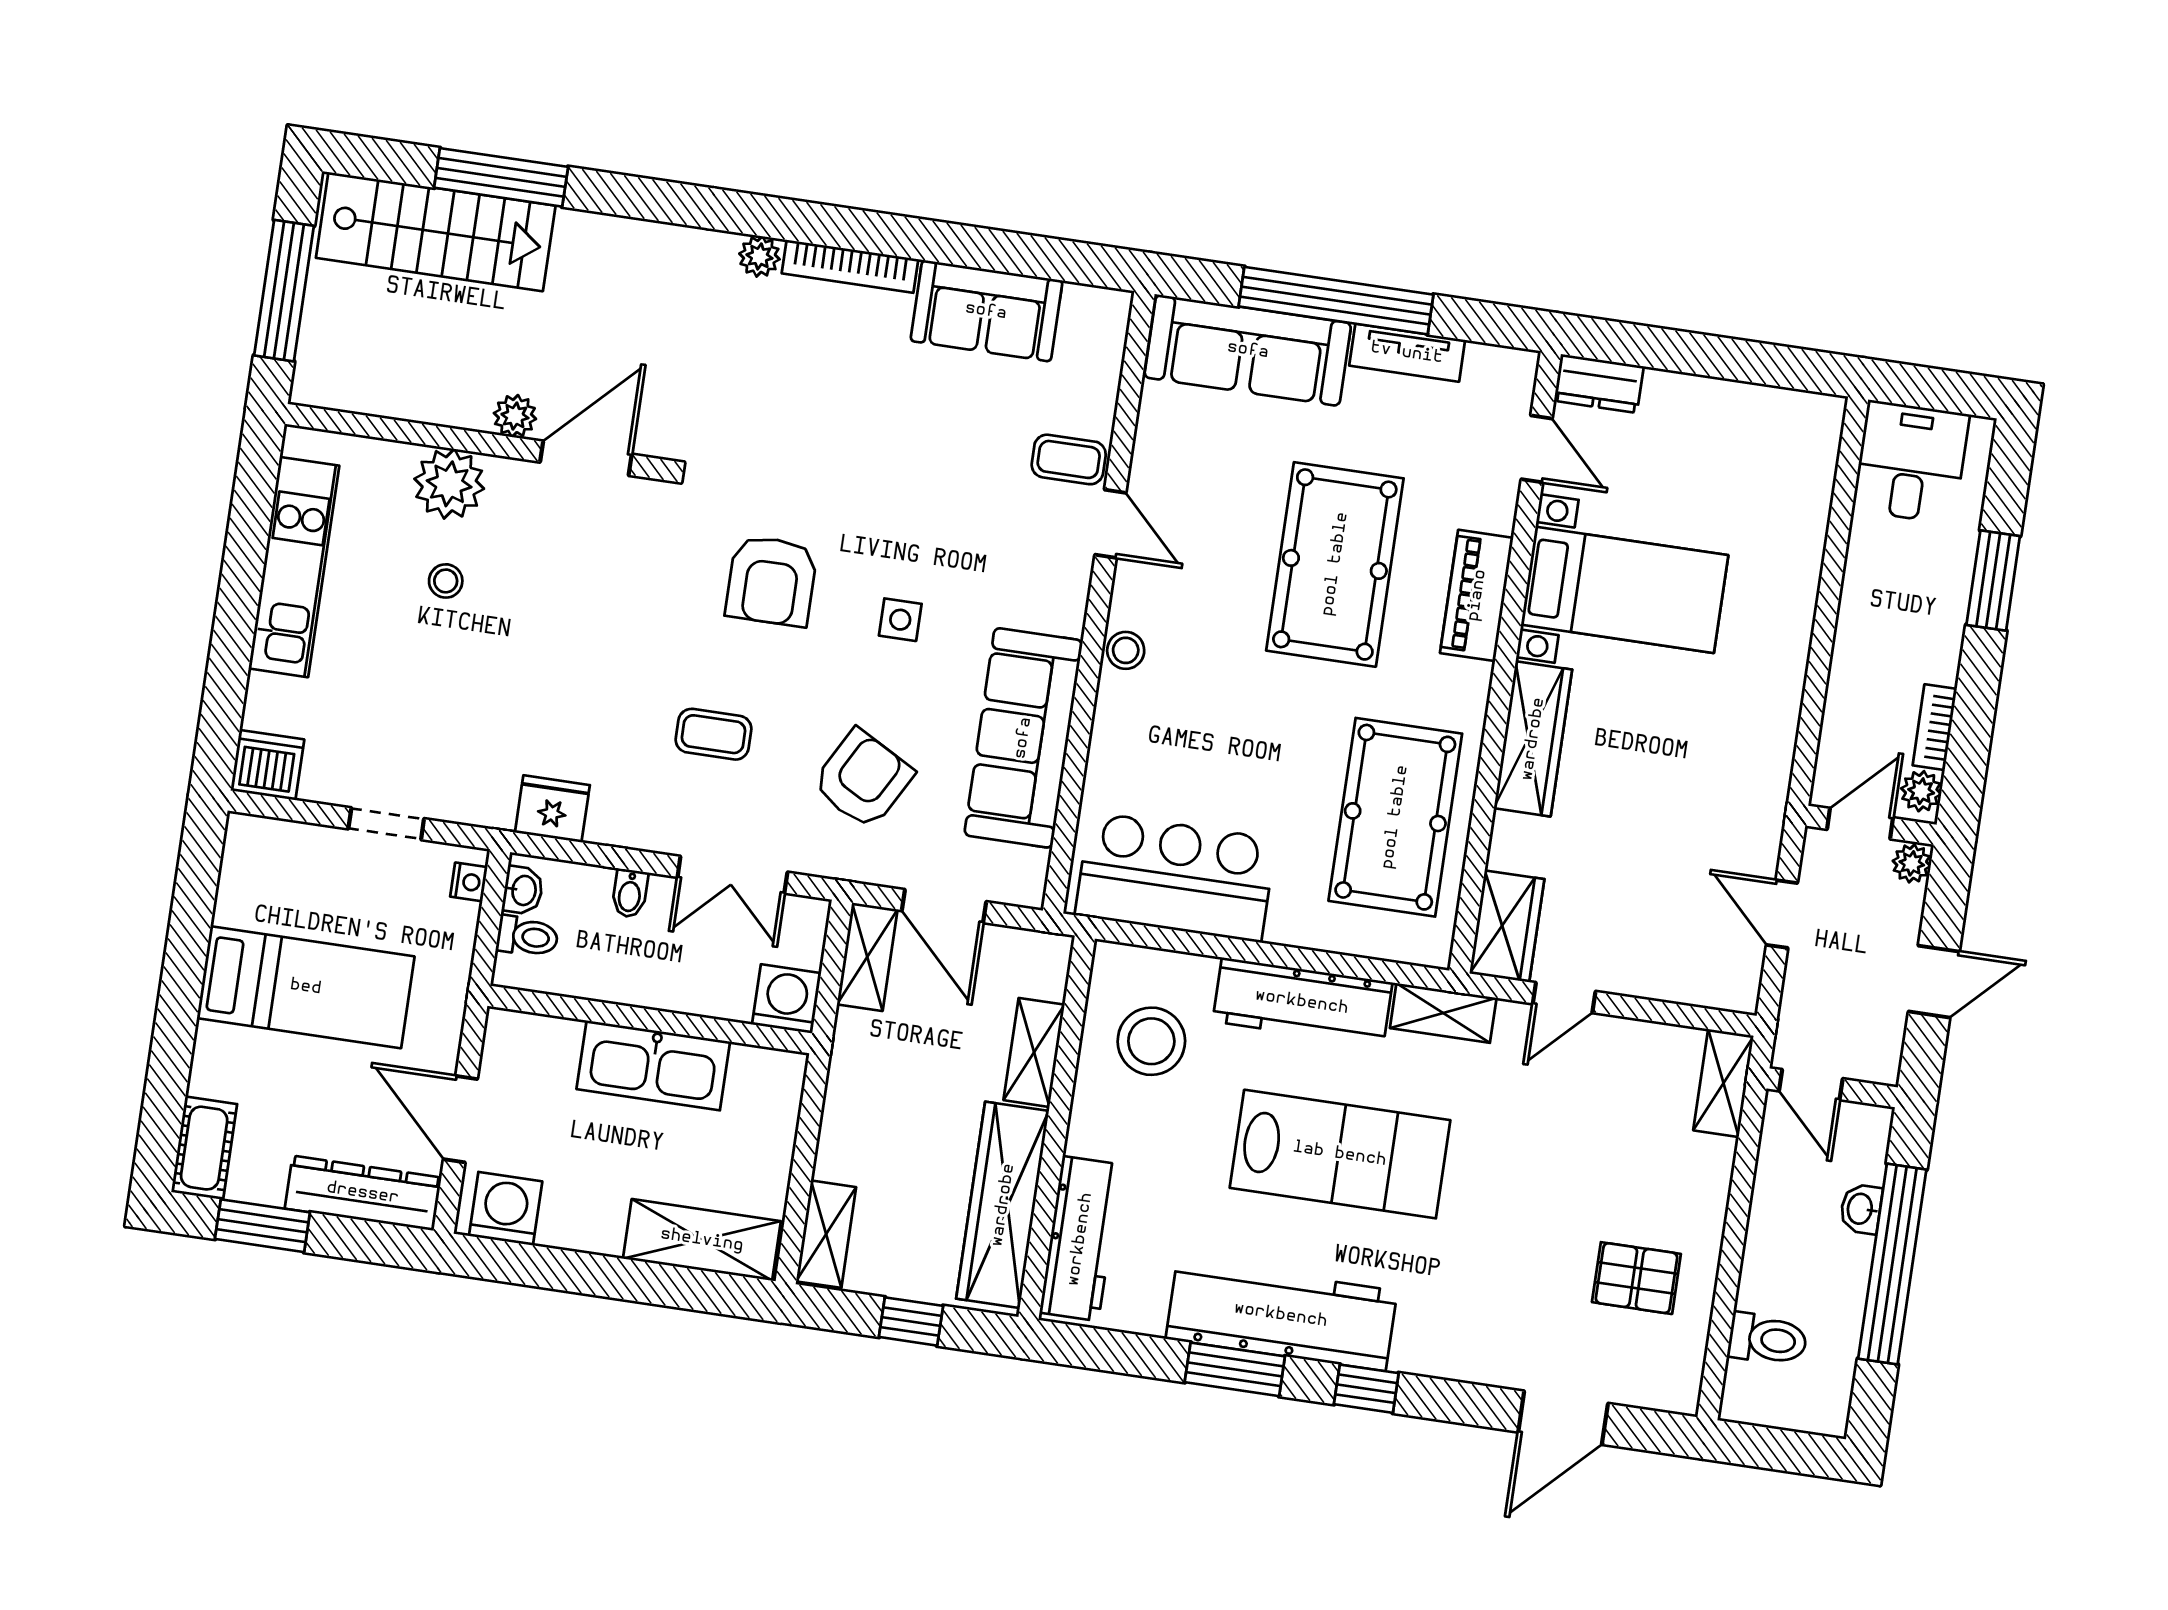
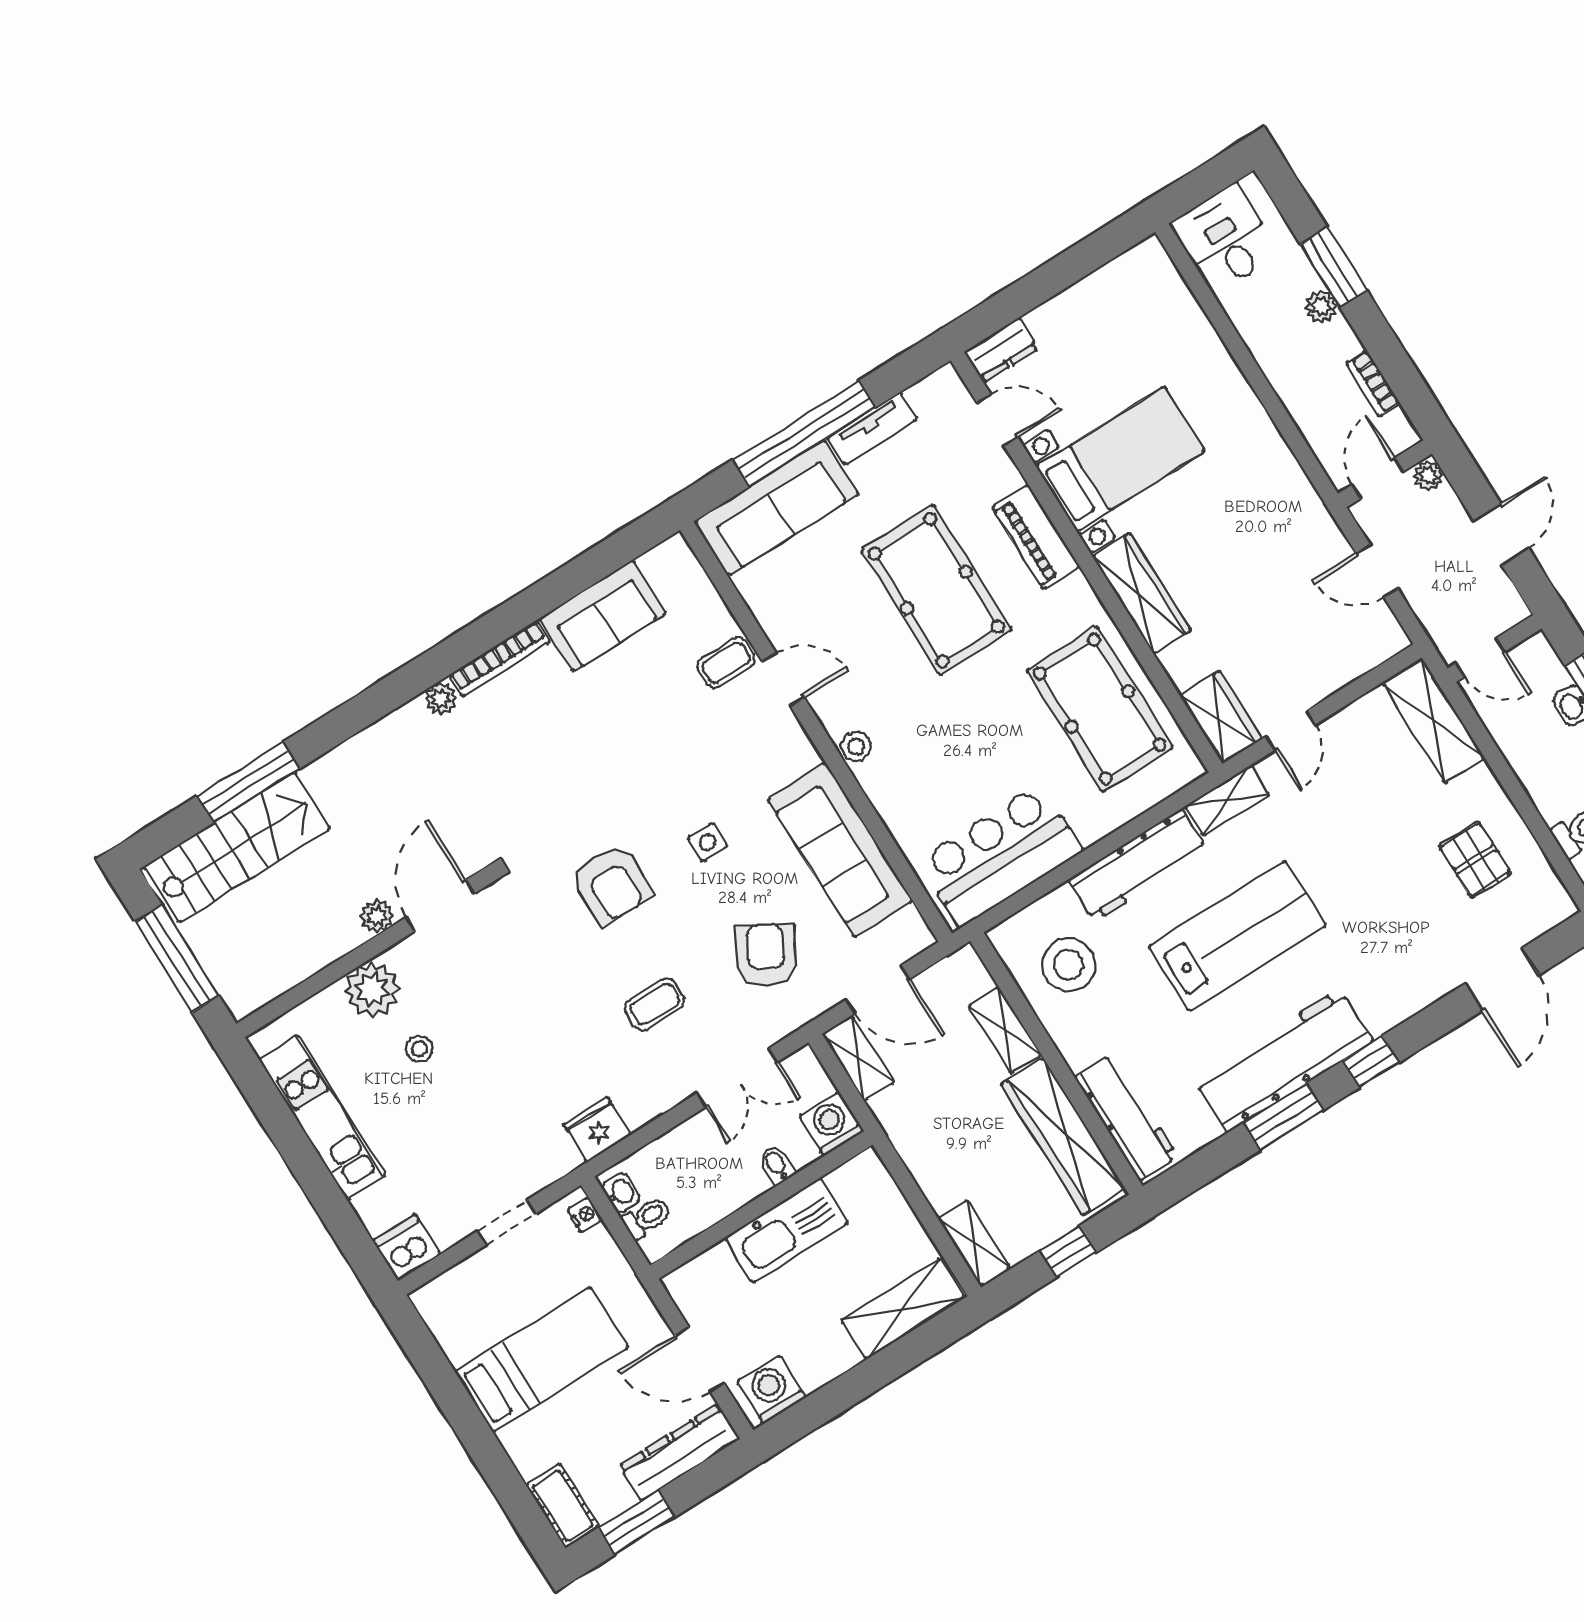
plant: (1921, 791) -> (1321, 307), moved
bidet: (630, 893) -> (777, 1165), moved, turned 180
shelving: (1724, 1083) -> (1433, 721), width x1.50, depth x1.33
pallet: (1636, 1278) -> (1475, 860), turned 90

